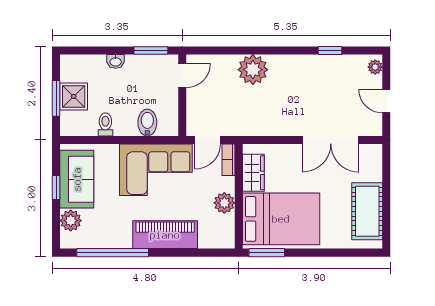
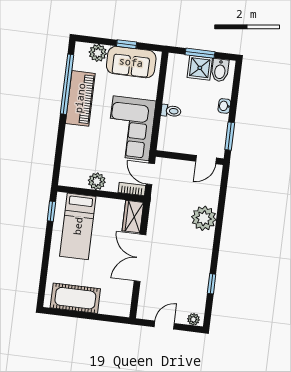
door: (182, 75) -> (206, 160), hinge flipped
bidet: (147, 123) -> (220, 70), moved, turned 90
toilet: (105, 124) -> (171, 111), moved
double door: (331, 140) -> (140, 258), moved
wardrobe: (253, 173) -> (133, 217), moved, turned 90
bed: (281, 219) -> (78, 226), width x0.67
piano: (165, 235) -> (80, 98), moved
window: (267, 253) -> (51, 211), width x0.67

